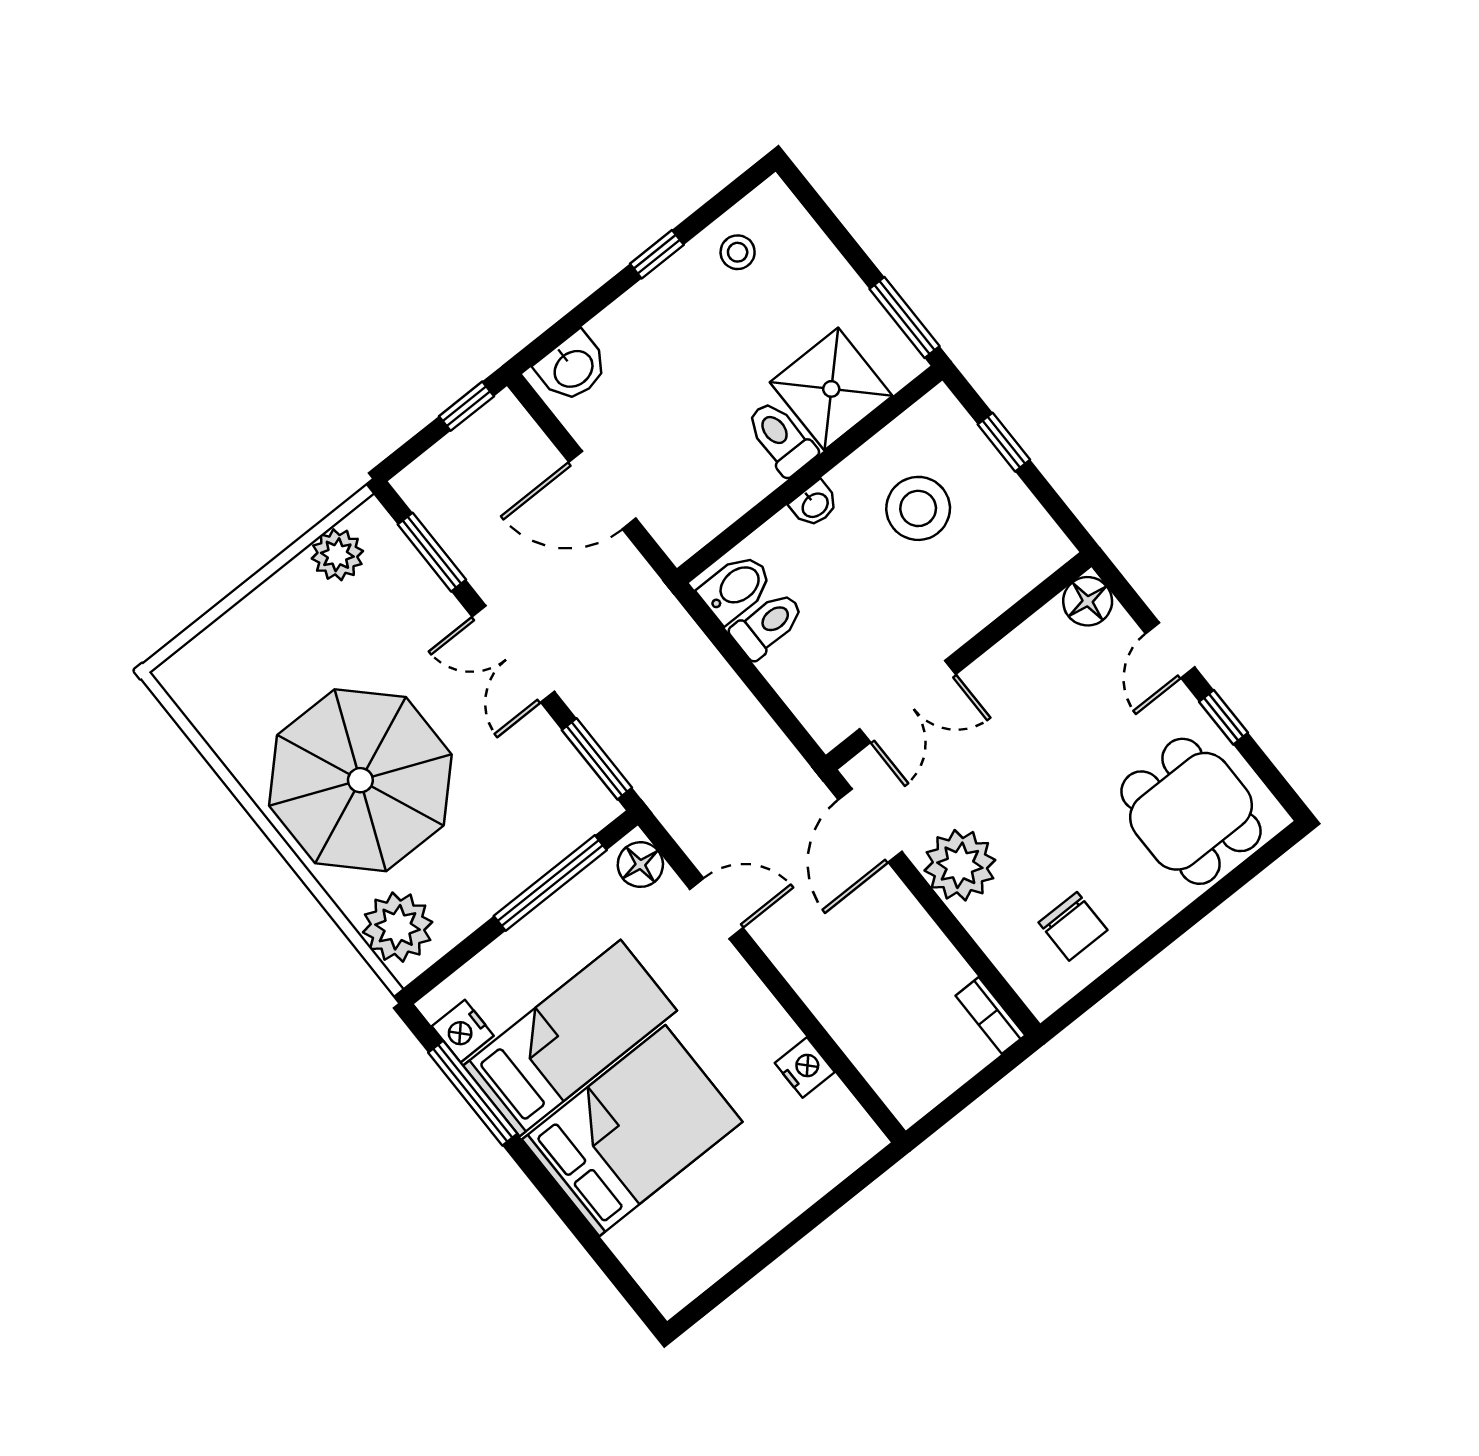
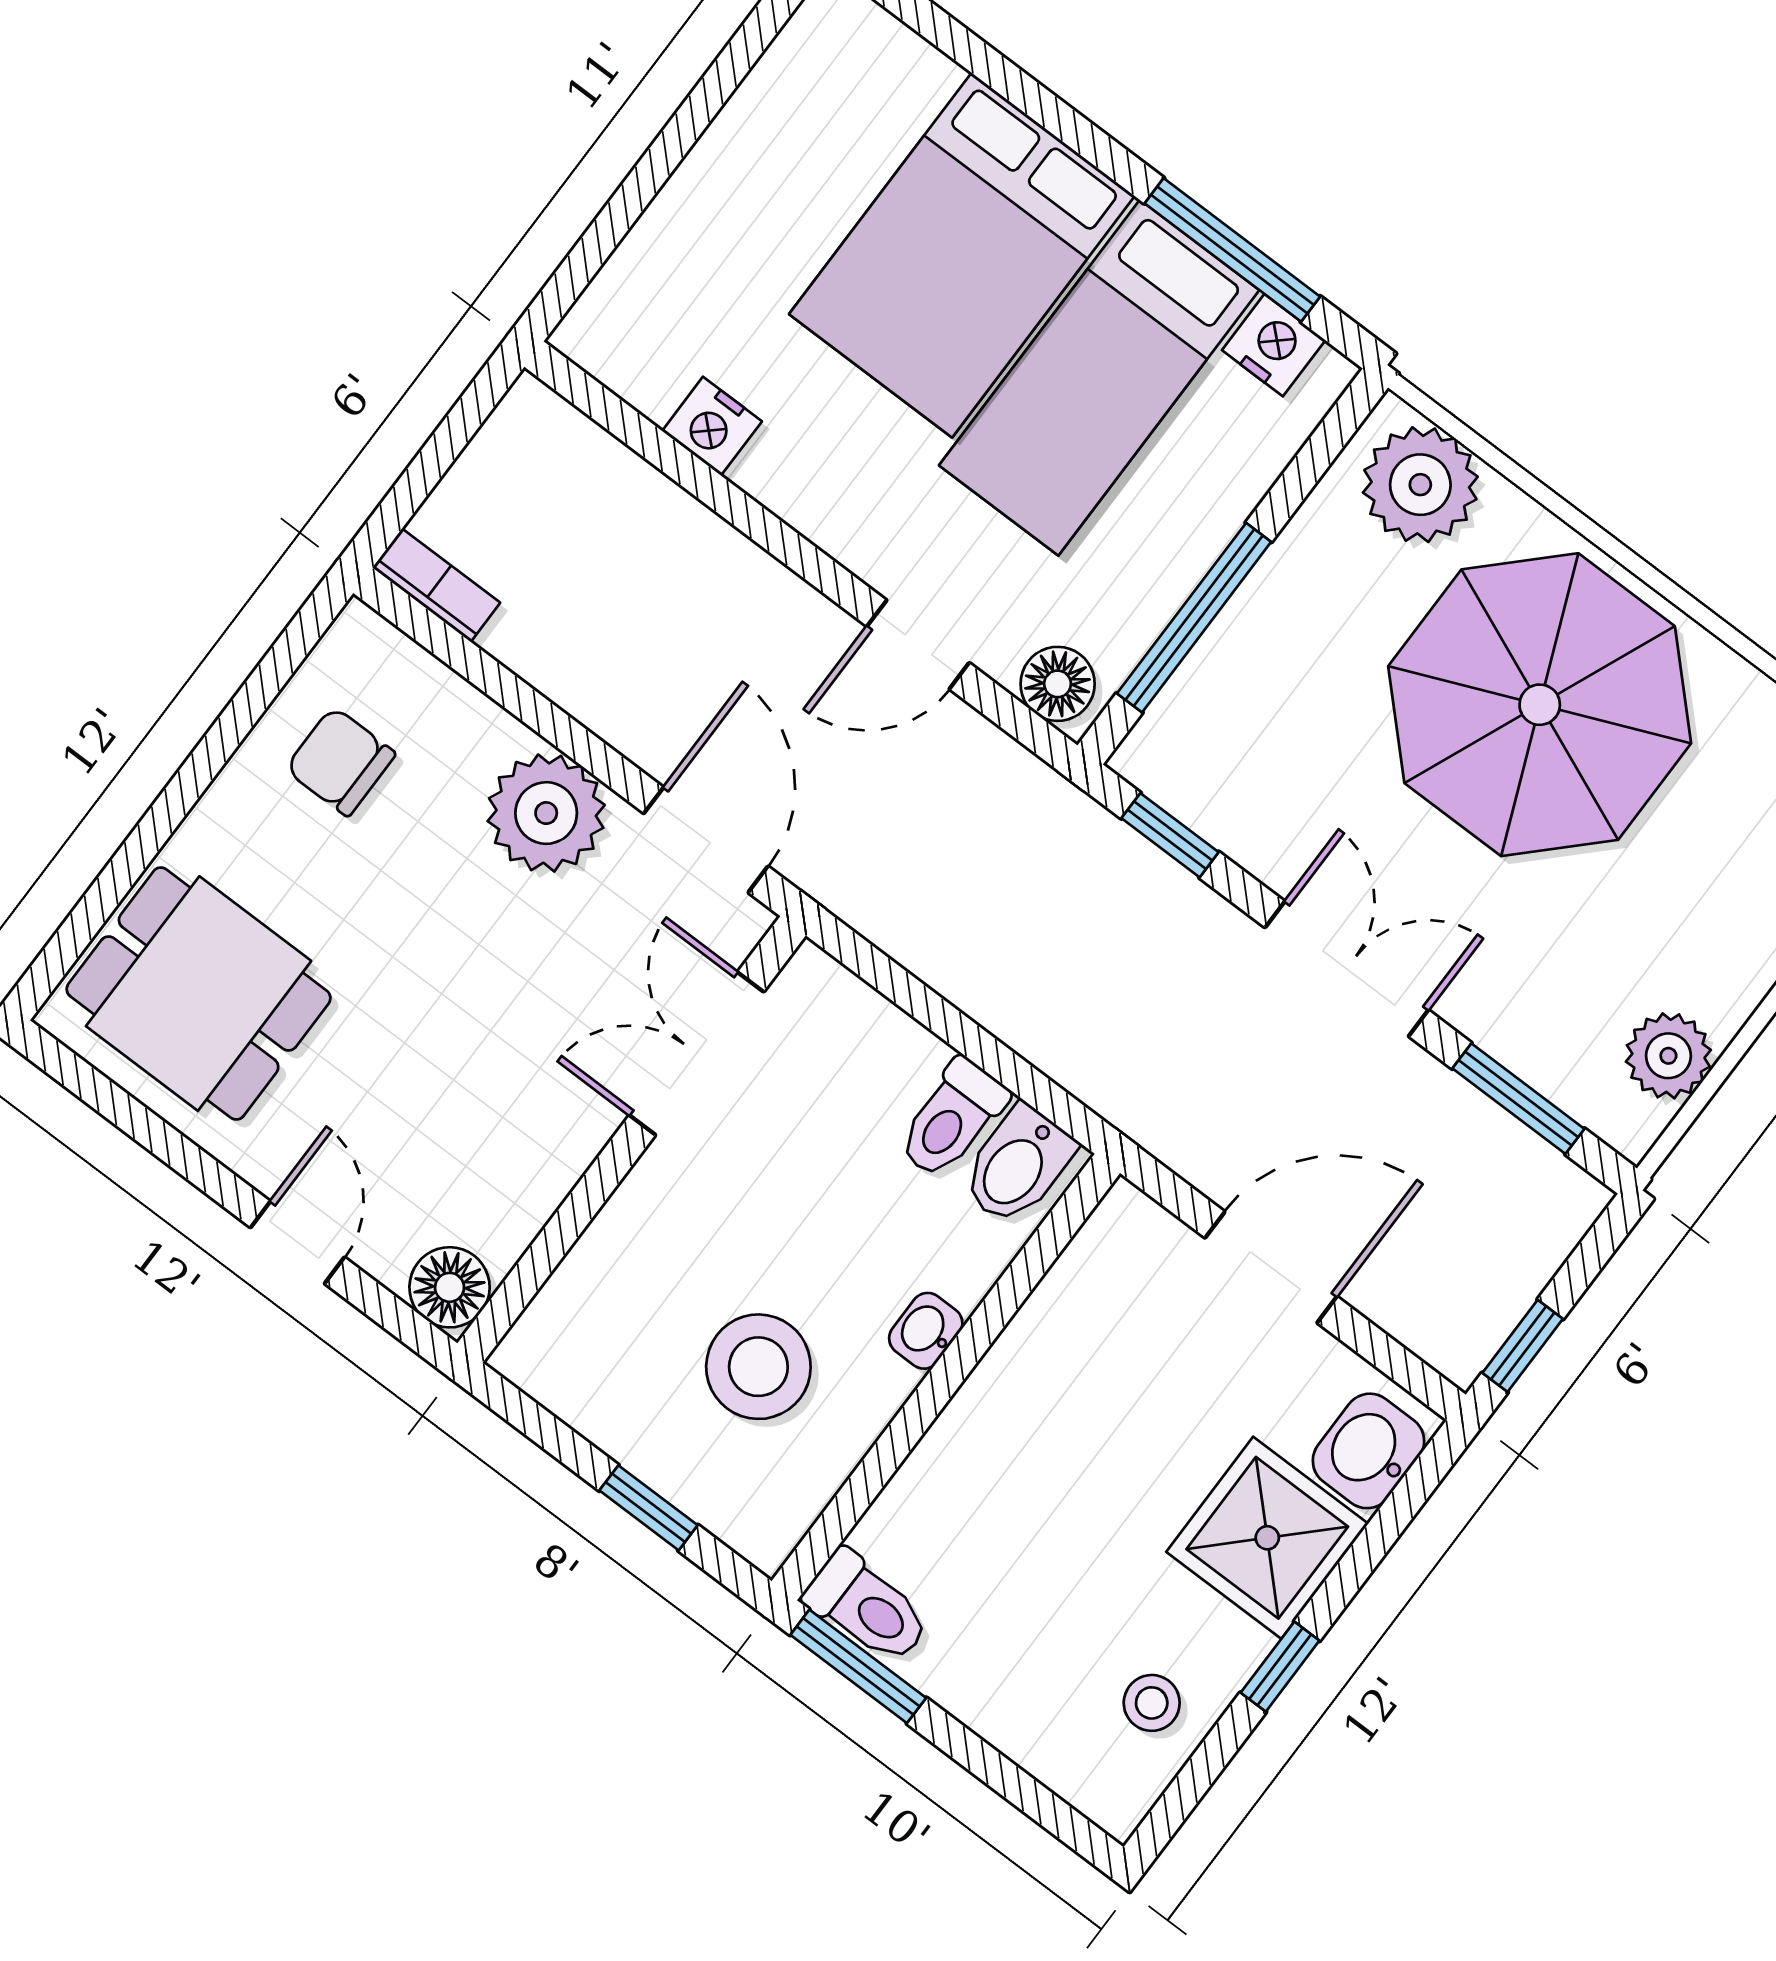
shower: (831, 389) -> (1267, 1538), moved
toilet: (781, 438) -> (867, 1607), moved
window: (1224, 717) -> (185, 1157), removed
window: (597, 759) -> (1170, 835), width x0.67

